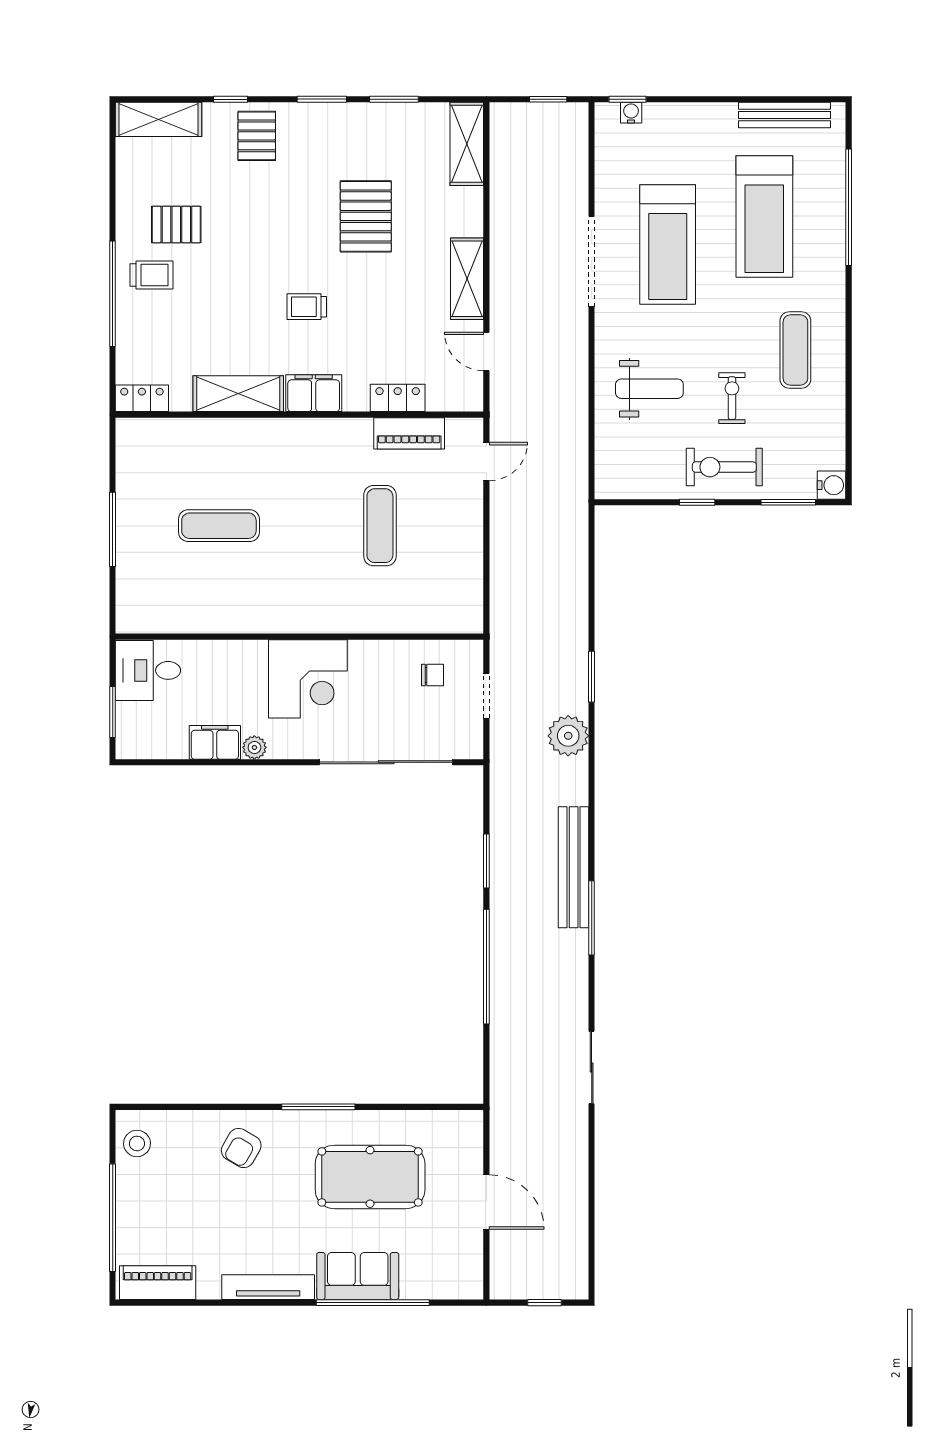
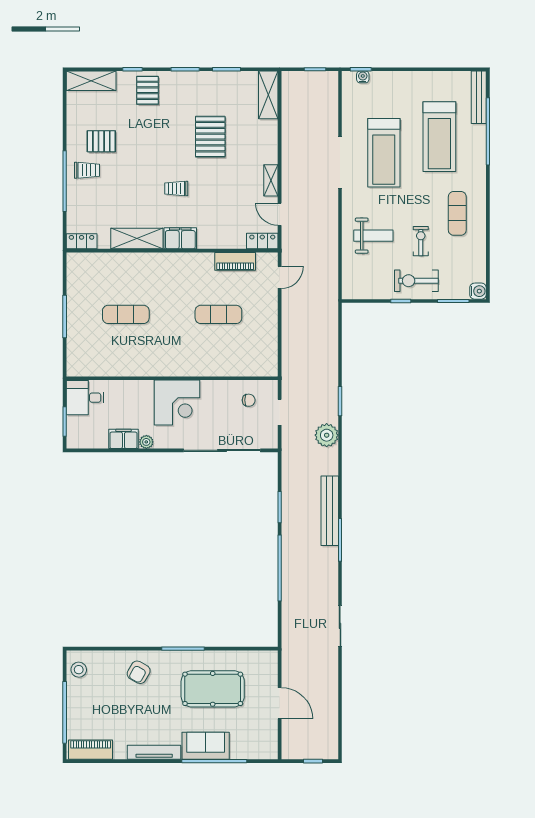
bench: (784, 115) -> (479, 97), moved, turned 90
shelving: (467, 279) -> (271, 180), width x0.67, depth x0.75
locker: (398, 398) -> (262, 241), moved
exercise mat: (380, 526) -> (218, 314), turned 90

